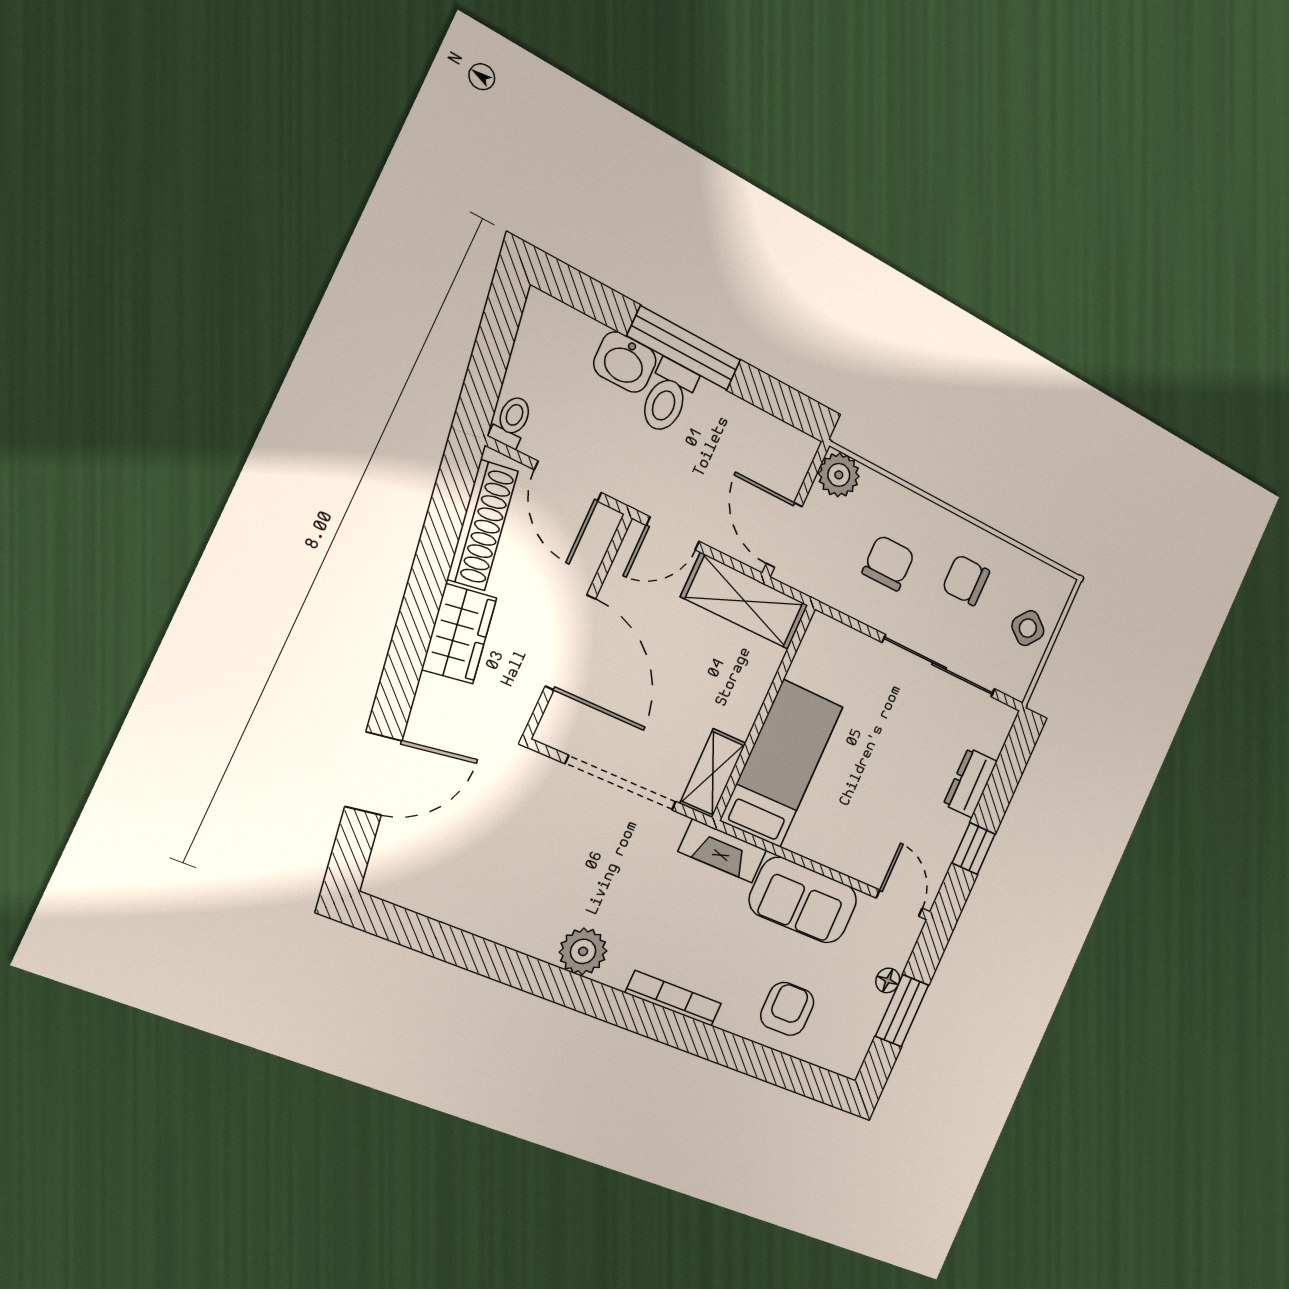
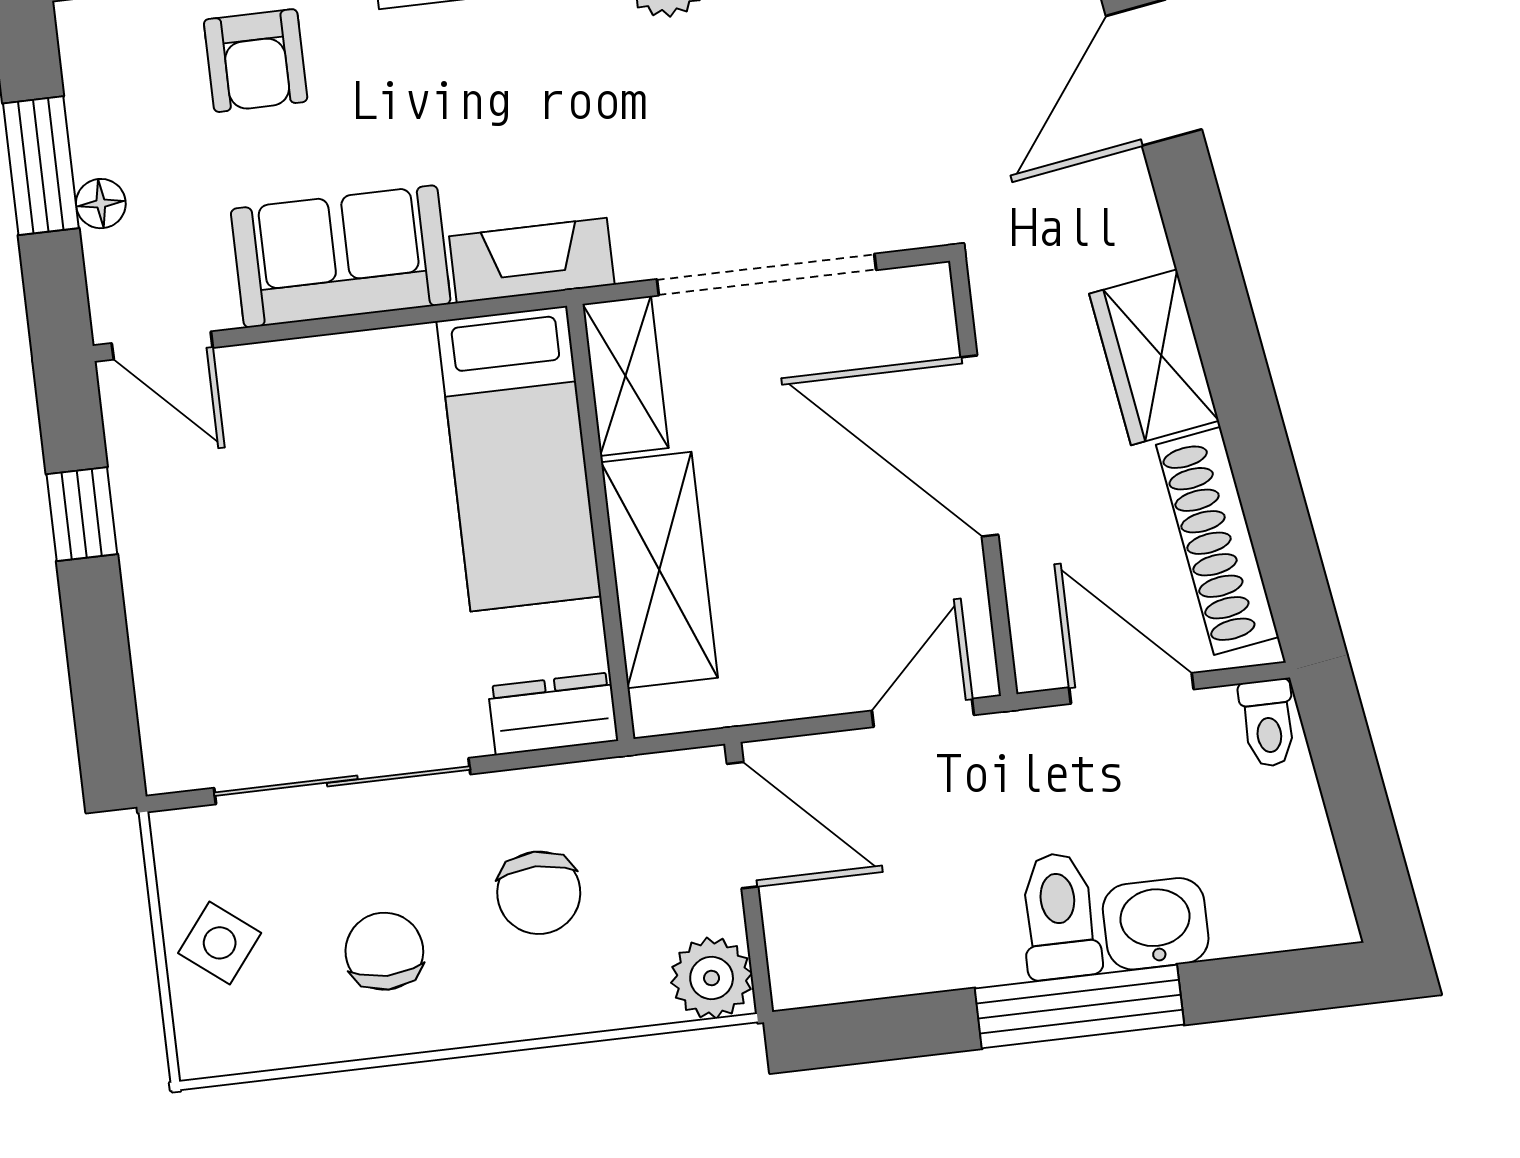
chair: (966, 580) -> (384, 951), turned -90
shelving: (744, 601) -> (659, 570), moved, turned 90
dresser: (970, 783) -> (553, 714), moved, turned -90

